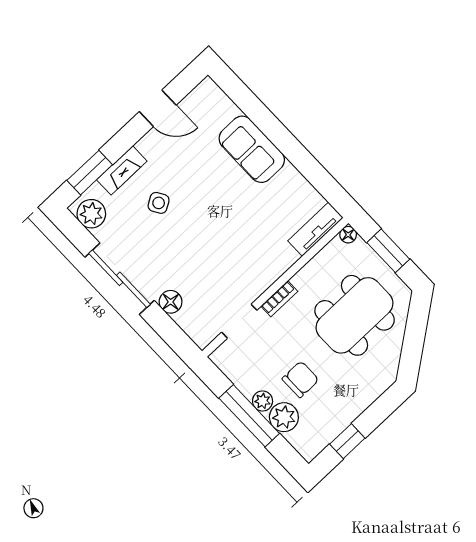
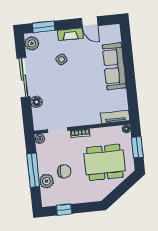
sofa: (252, 149) -> (114, 66), width x1.36
fireplace: (122, 170) -> (70, 34), moved
plant: (263, 401) -> (40, 139), moved

